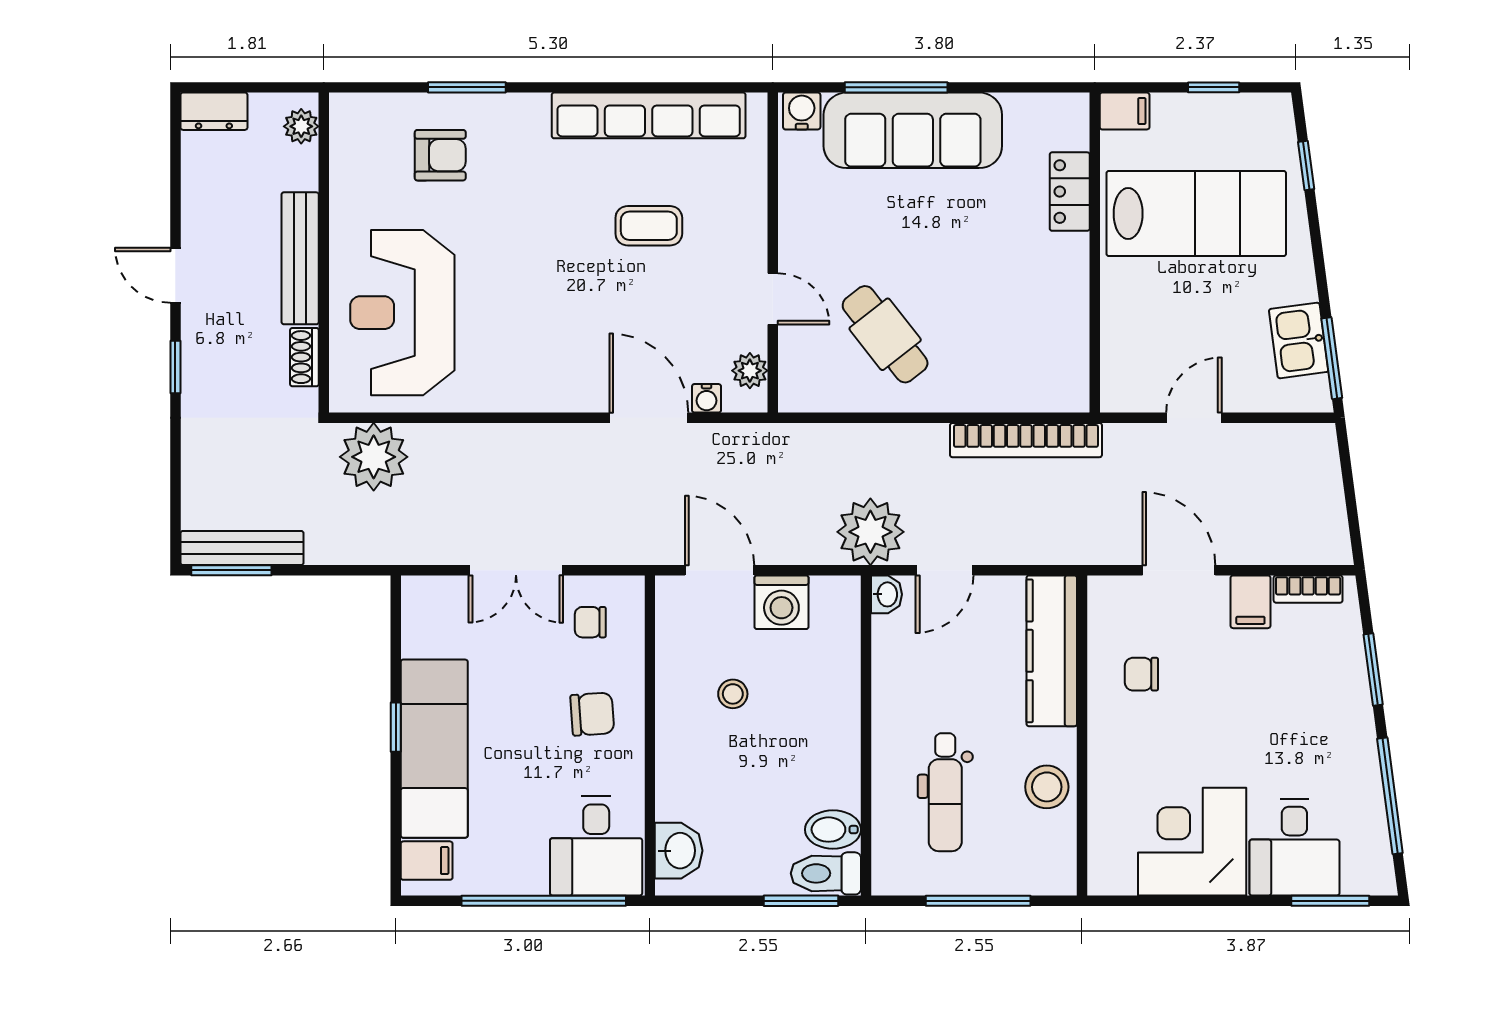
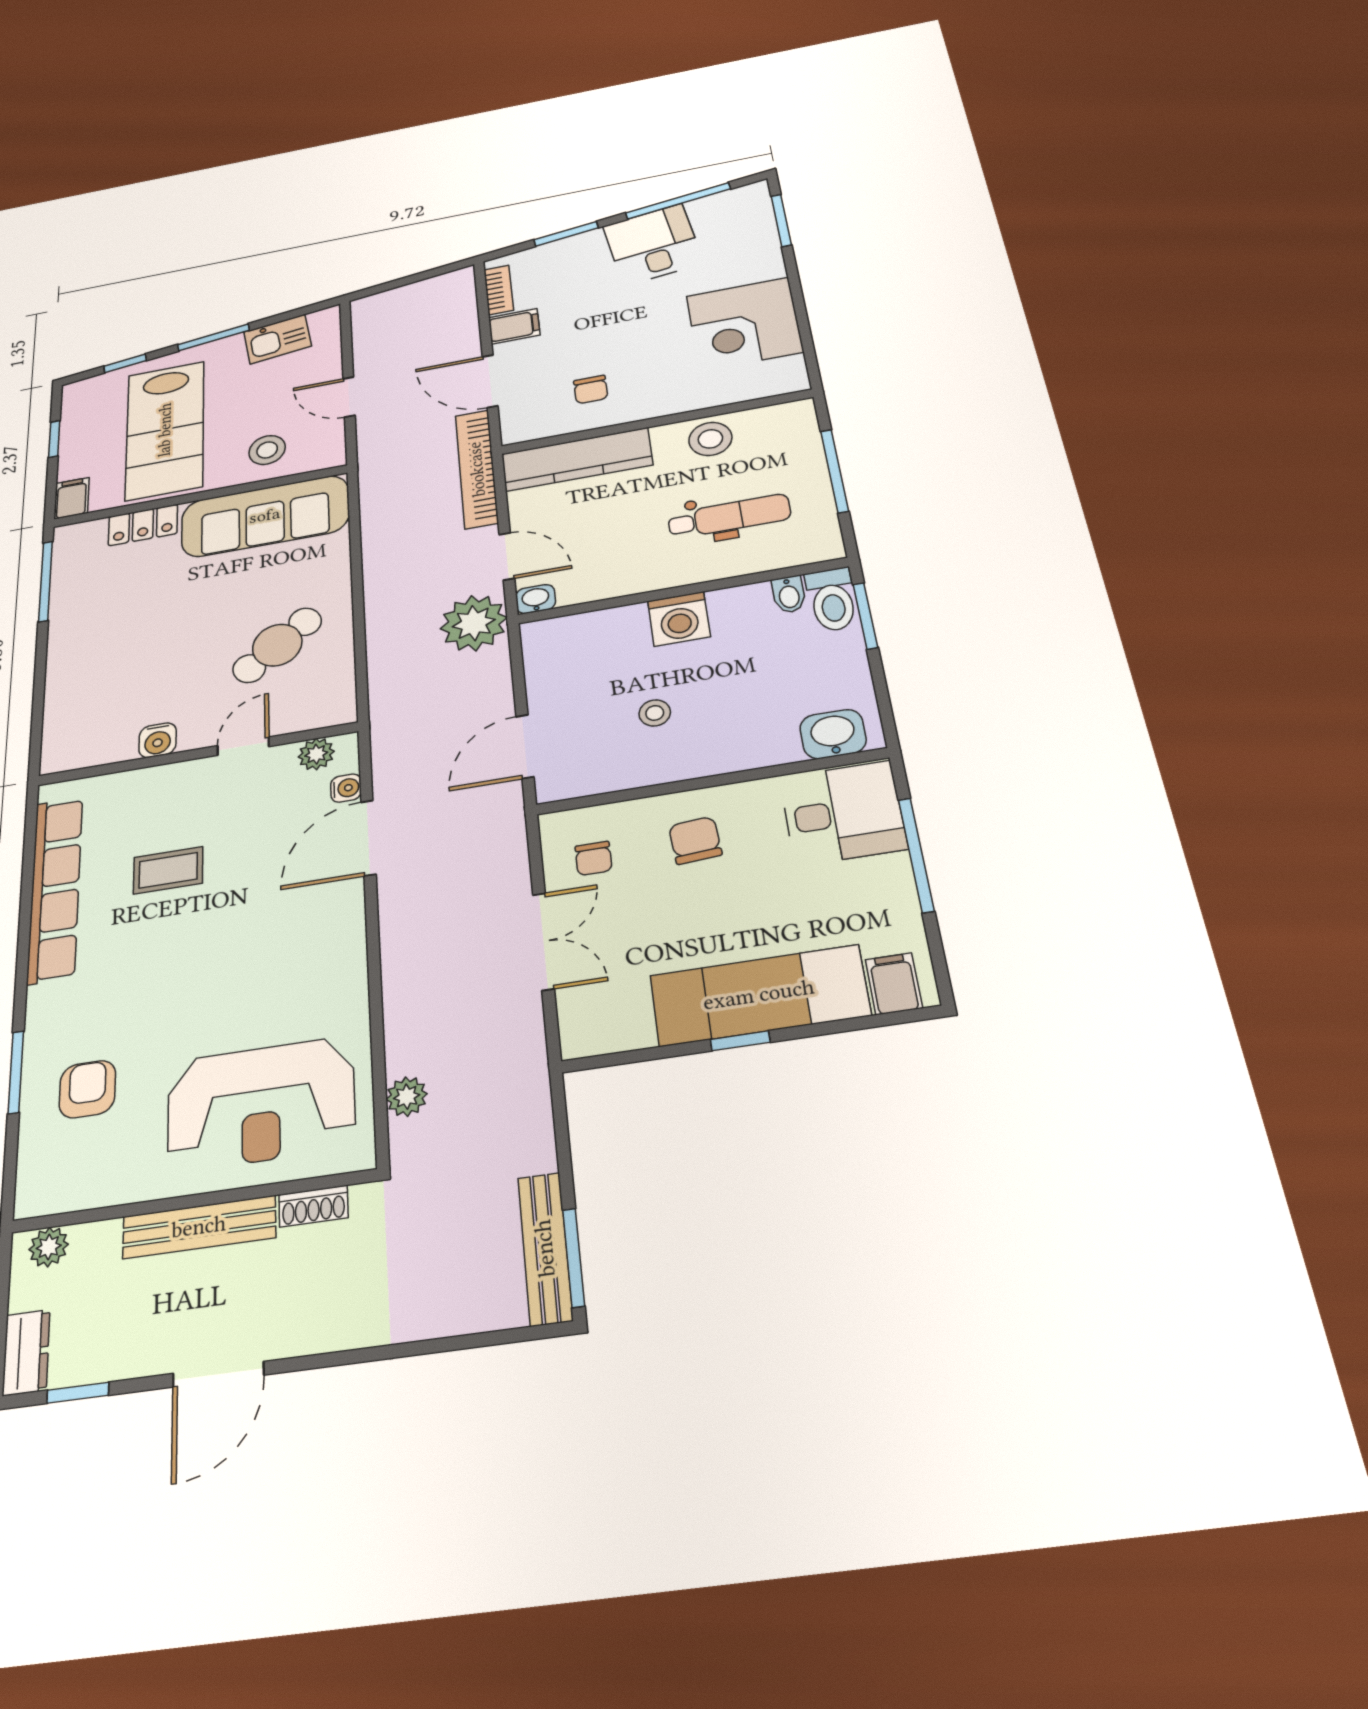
window: (896, 87) -> (46, 581), moved
water cooler: (802, 111) -> (158, 740), moved, turned -90
sofa: (913, 130) -> (265, 516), moved, turned 90
lab bench: (1196, 214) -> (165, 430), turned 180
coffee table: (649, 226) -> (168, 870), turned 90
door: (175, 275) -> (218, 1374), width x1.38
stool: (1141, 327) -> (267, 450), added
window: (1332, 358) -> (213, 337), moved
window: (175, 367) -> (78, 1393), moved
bookcase: (1026, 440) -> (477, 469), moved, turned 180
plant: (374, 457) -> (407, 1097), width x0.53, depth x0.53
door: (1179, 570) -> (490, 381), hinge flipped
washing machine: (781, 602) -> (679, 619), moved, turned 90
bidet: (833, 830) -> (789, 594), width x0.72, depth x0.74
desk: (1294, 847) -> (653, 245), moved, turned -98
window: (544, 901) -> (916, 855), width x0.68

